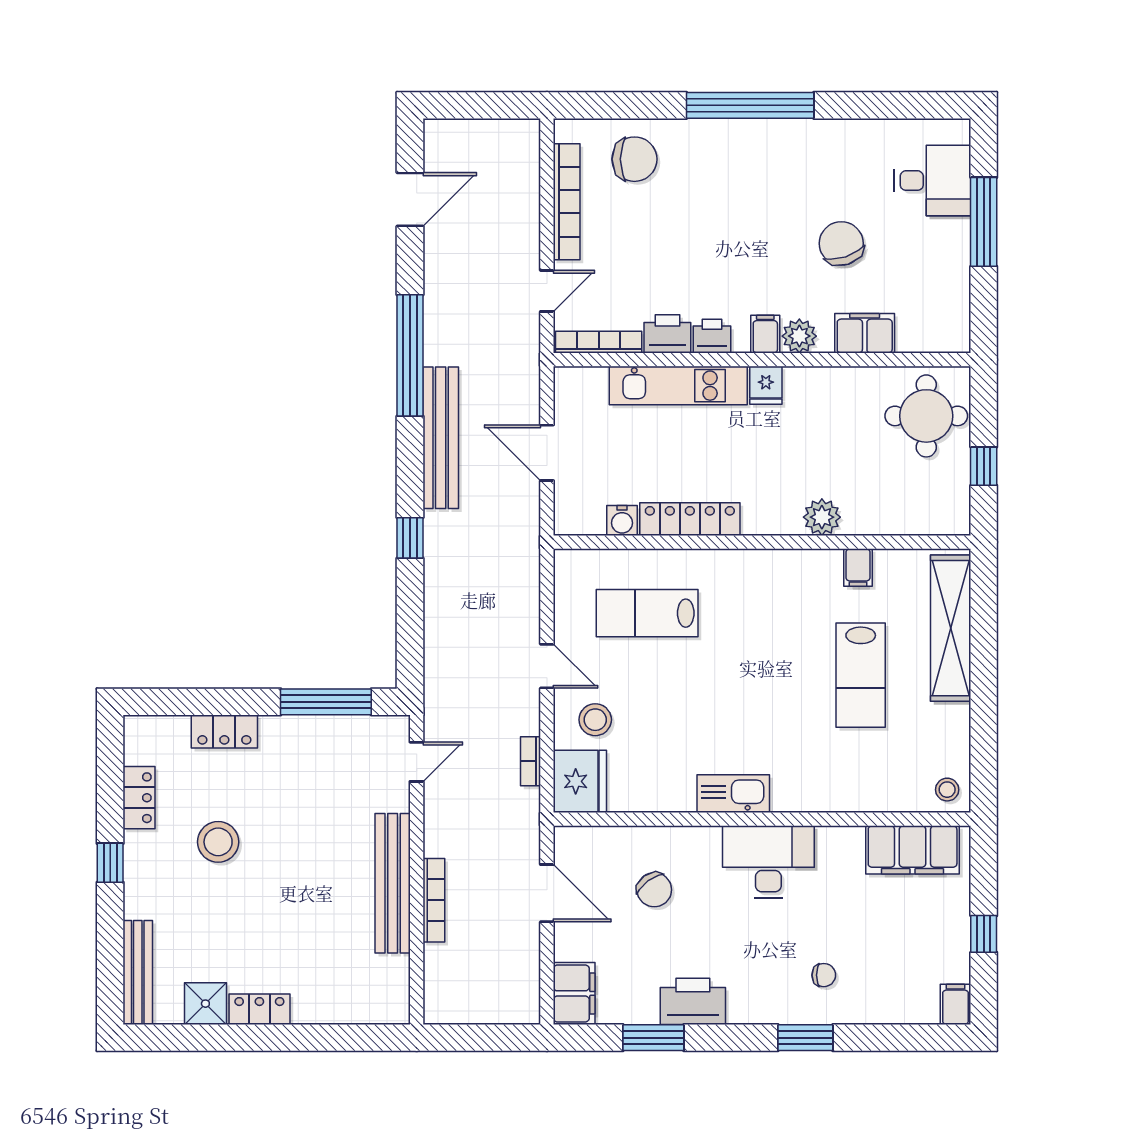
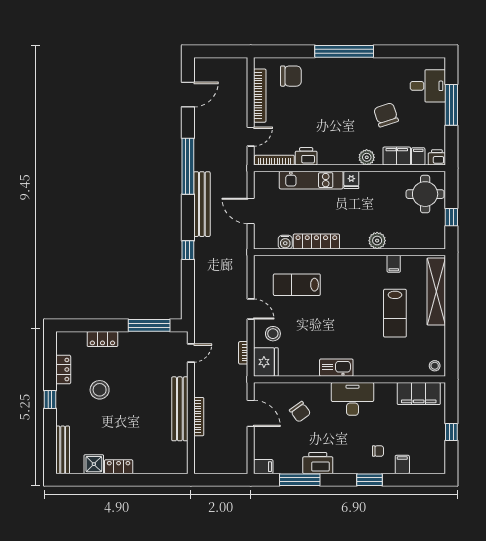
filing cabinet: (765, 334) -> (418, 156), moved
printer: (712, 336) -> (437, 157), moved
filing cabinet: (574, 993) -> (263, 467), width x0.50
filing cabinet: (955, 1004) -> (402, 464), moved
window: (653, 1038) -> (300, 480), width x1.44

